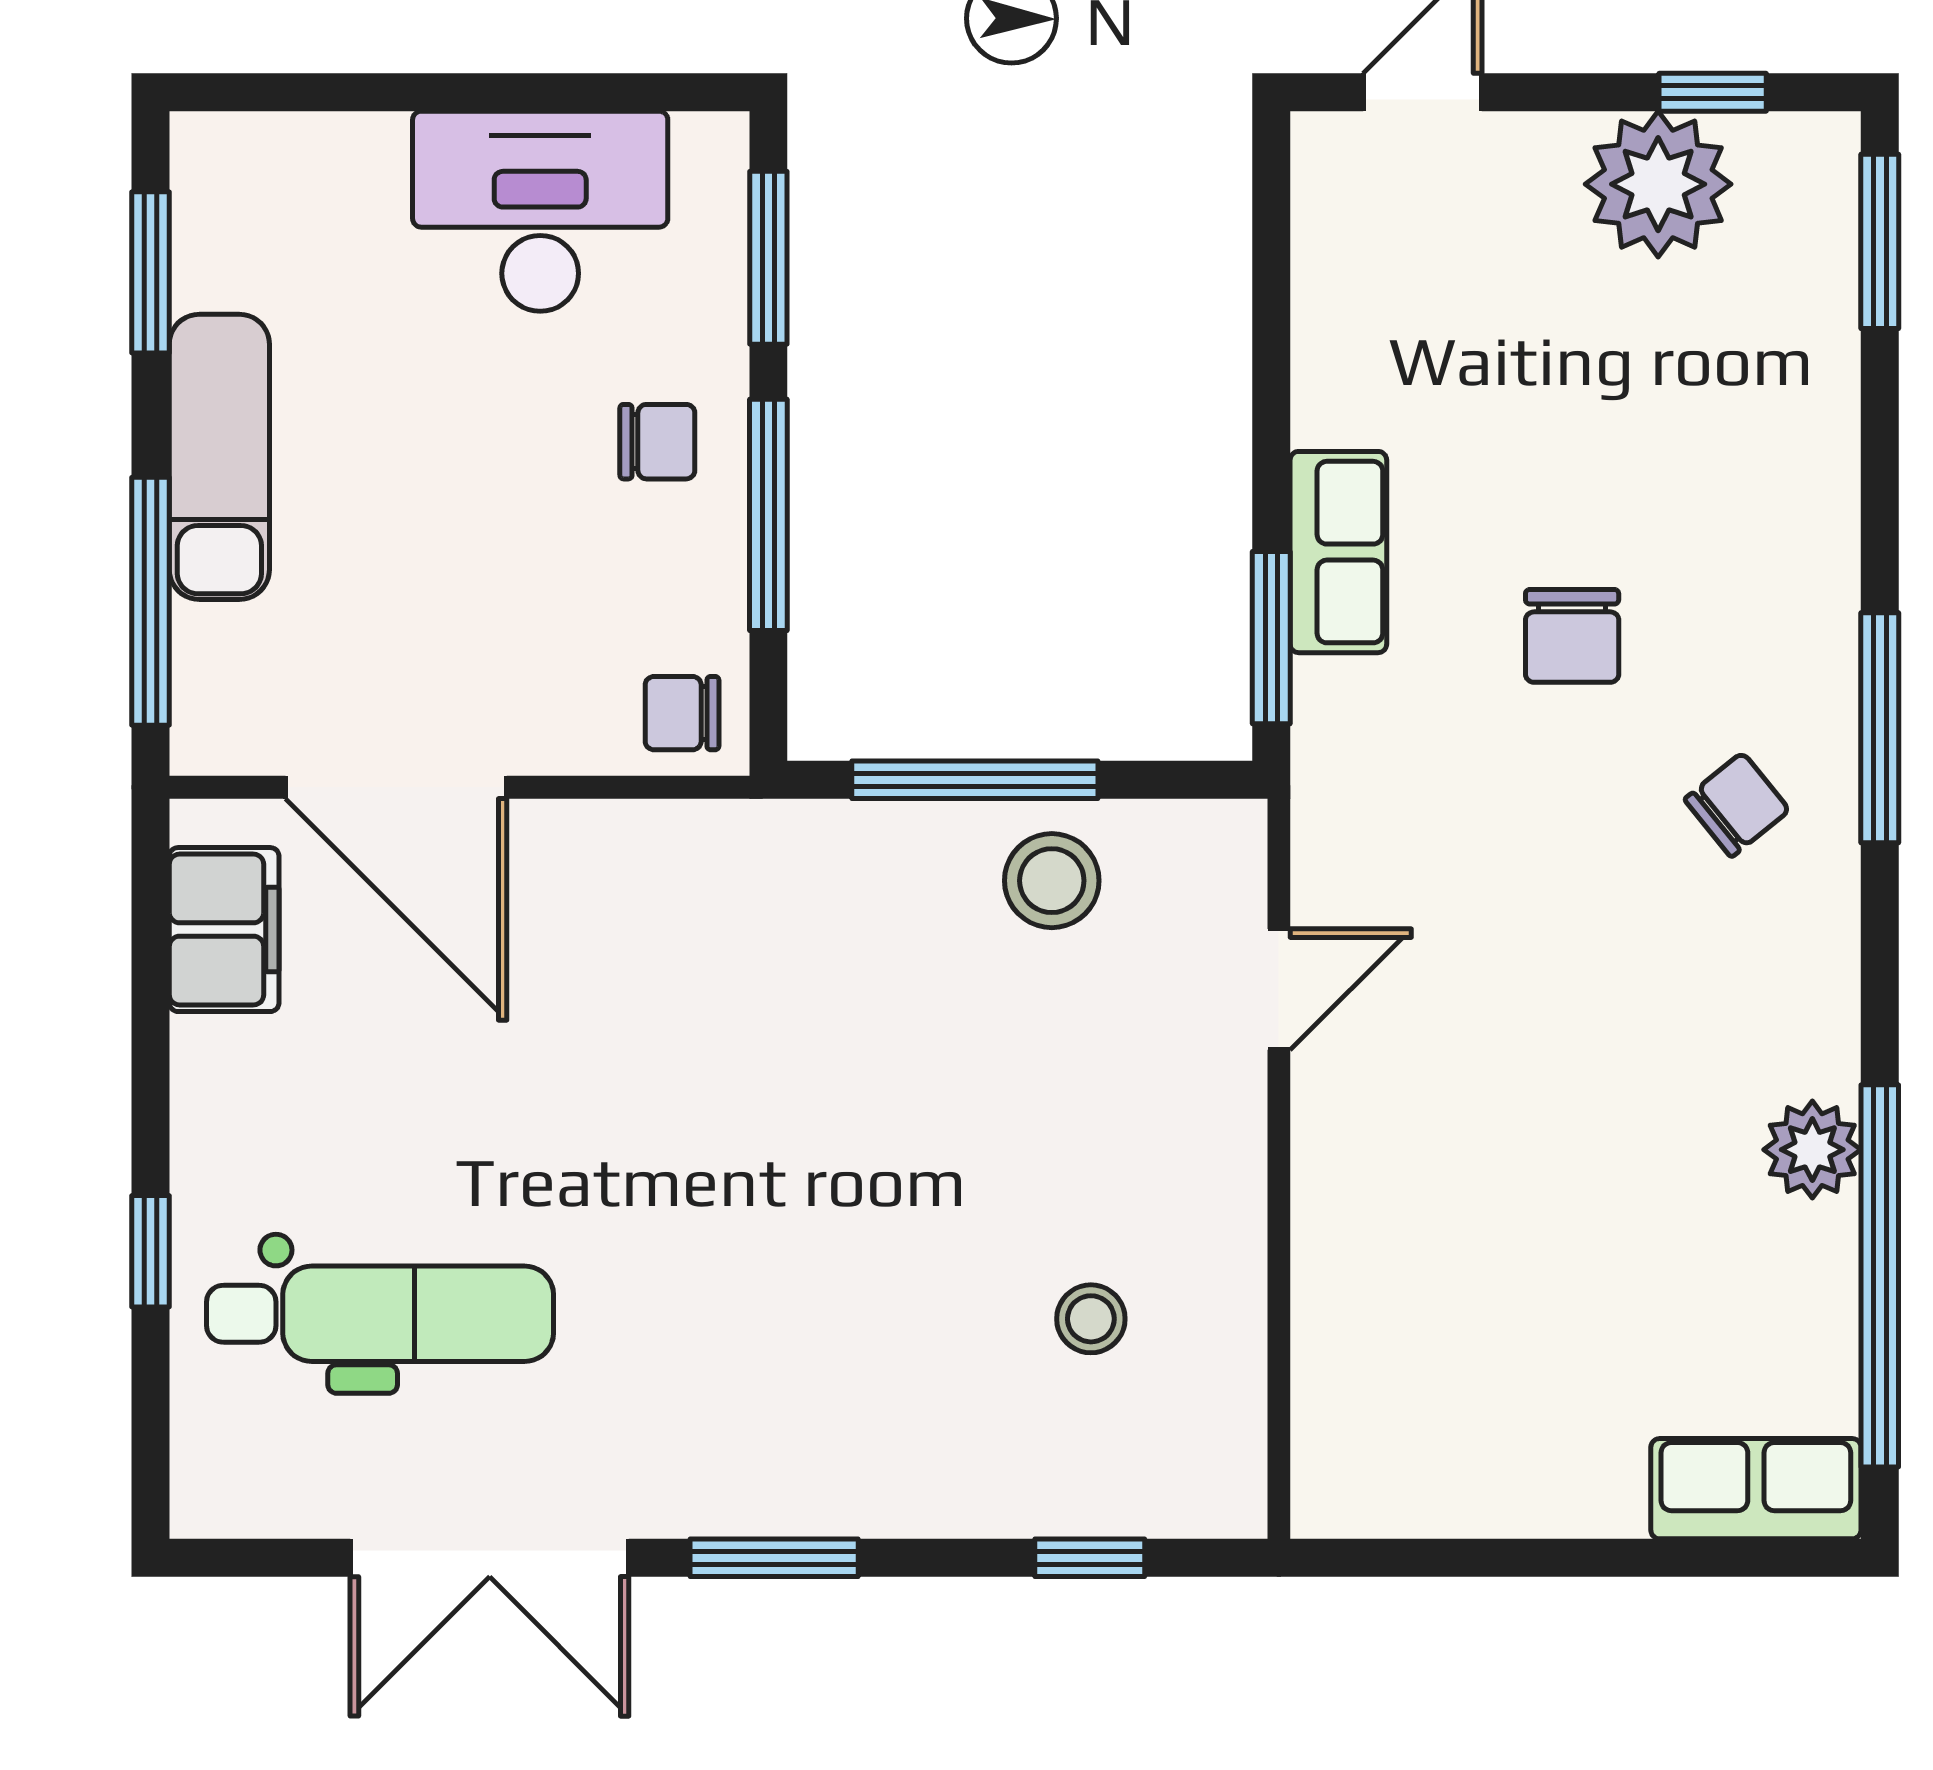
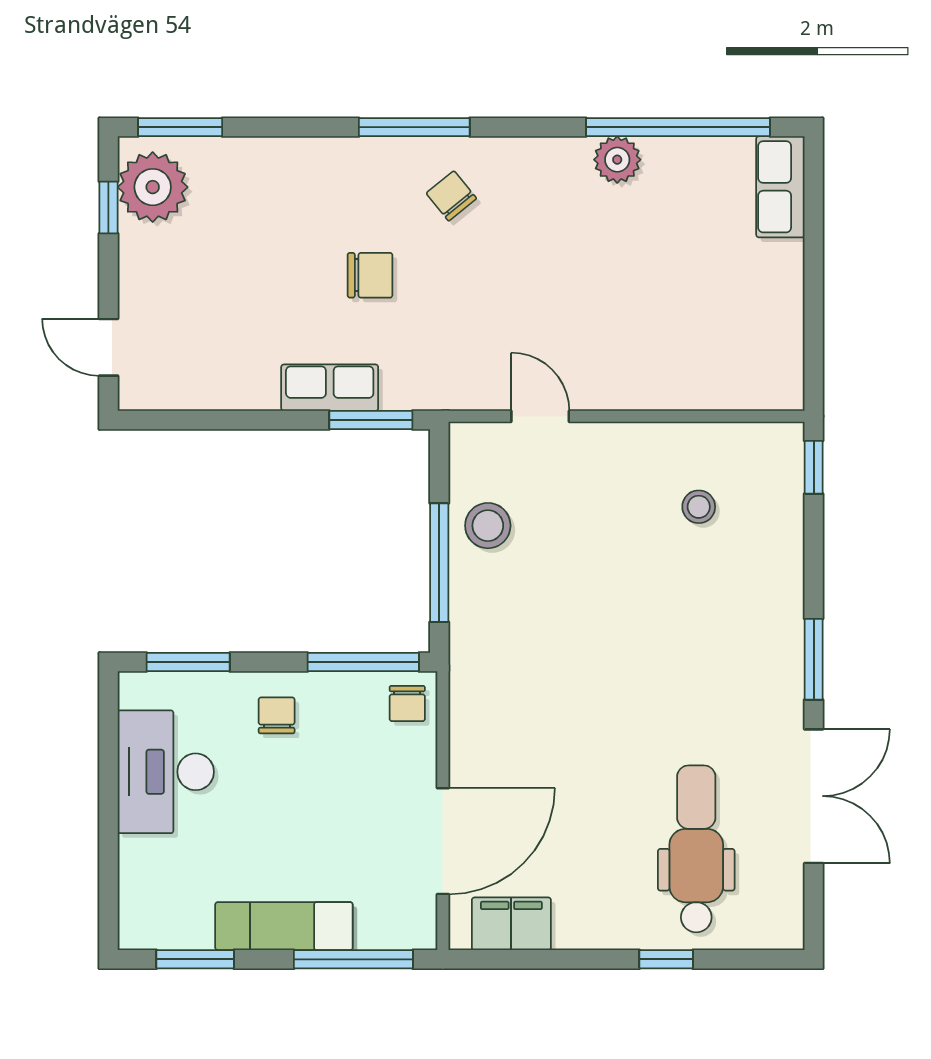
plant: (1658, 184) -> (153, 187), moved
window: (768, 515) -> (363, 662), moved
window: (1090, 1558) -> (814, 467), moved

